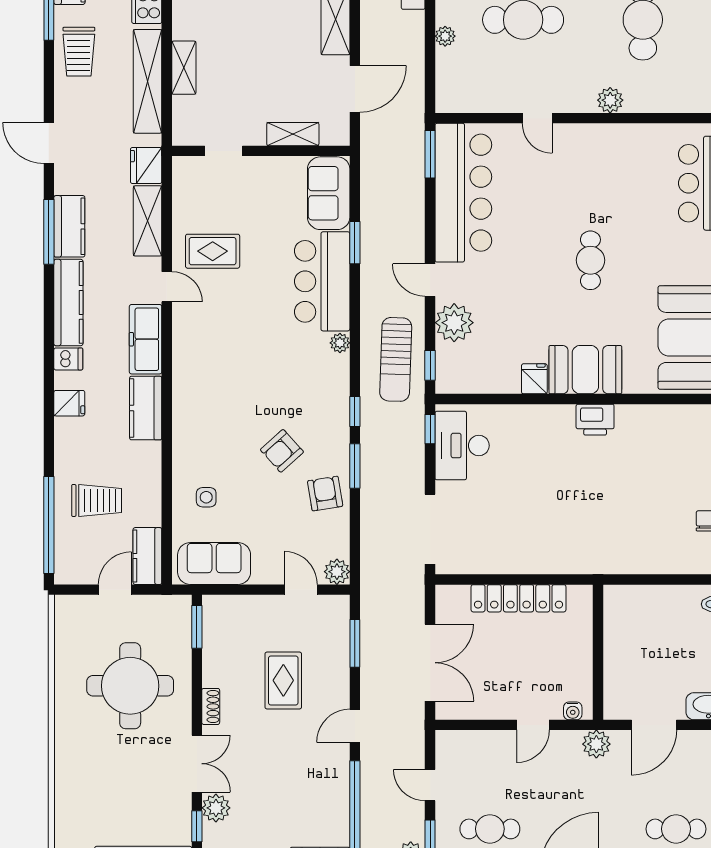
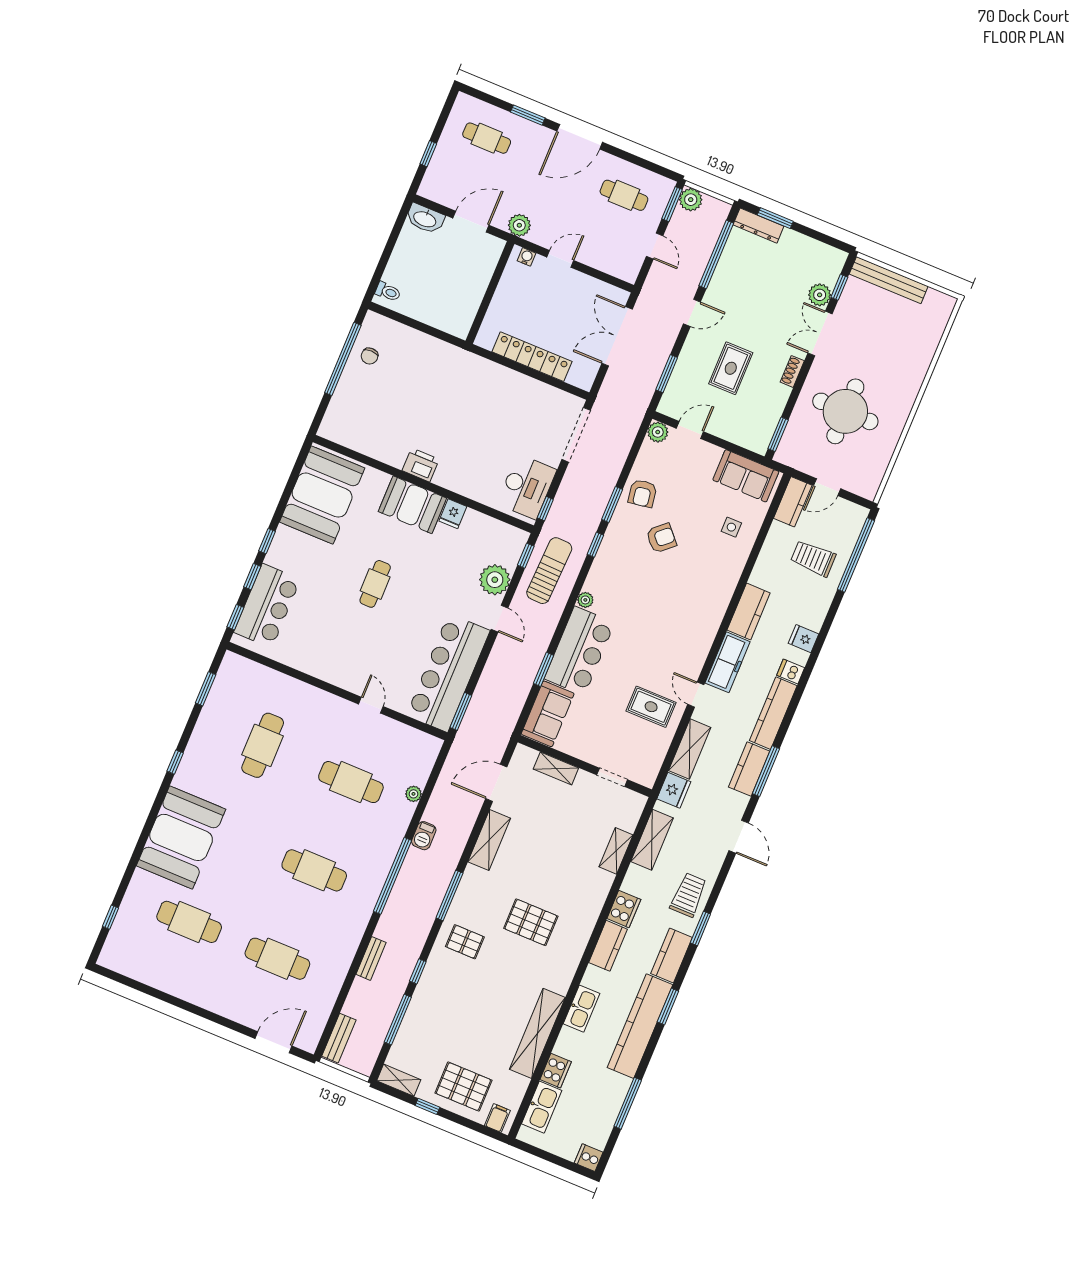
shelving: (148, 81) -> (652, 840), width x0.68
plant: (610, 100) -> (311, 696), removed
door: (301, 590) -> (690, 430), swing flipped

